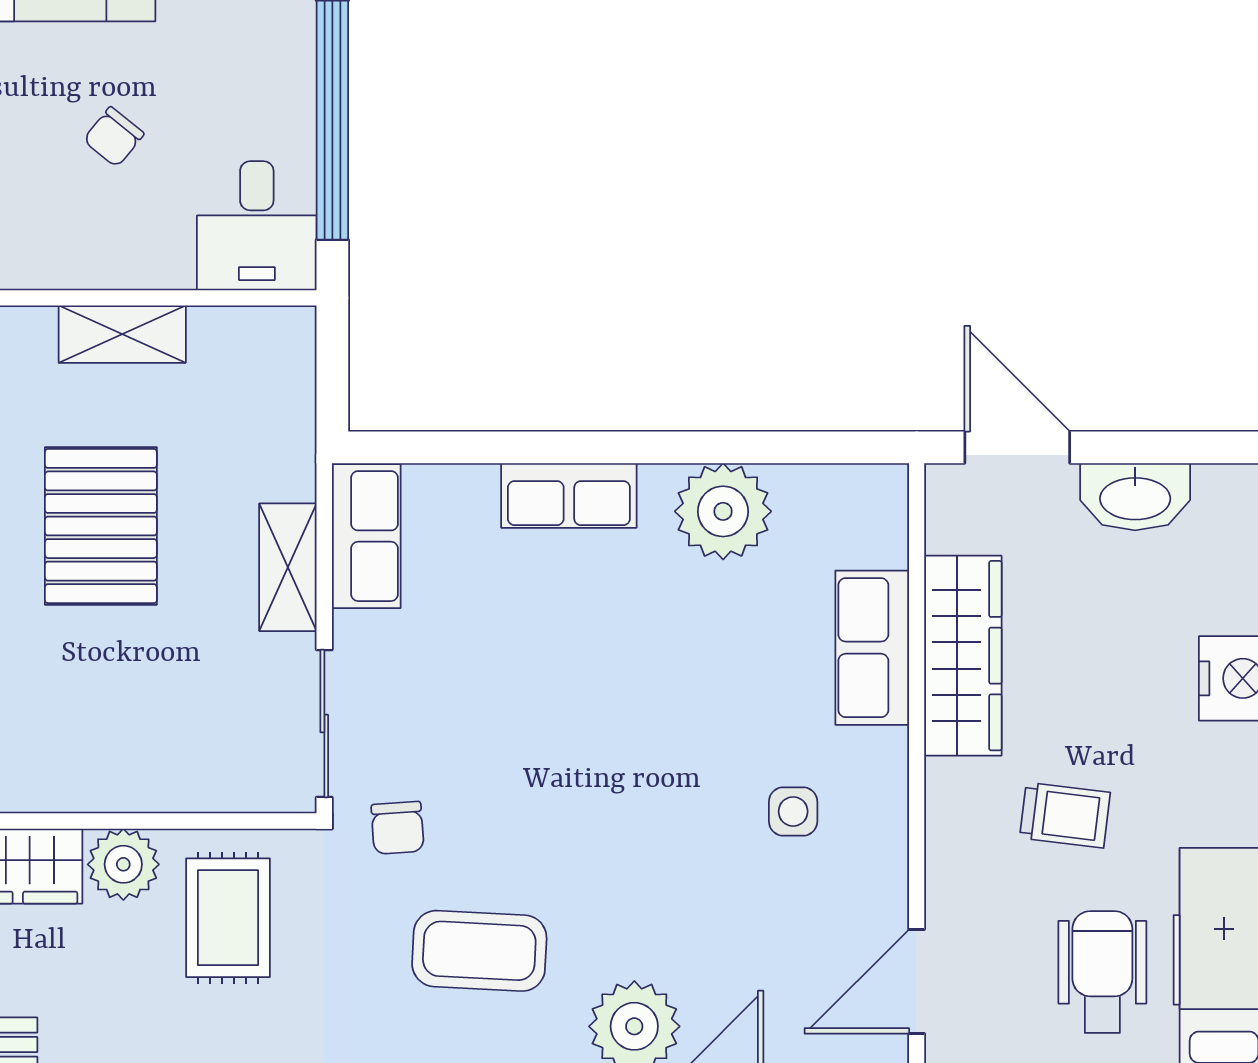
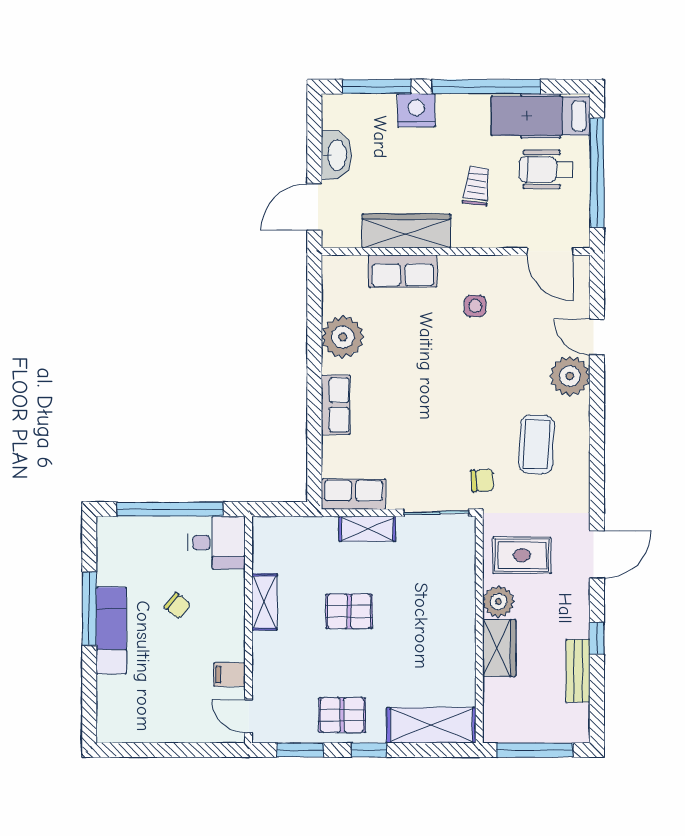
pallet: (101, 526) -> (349, 611), width x0.67, depth x0.71

